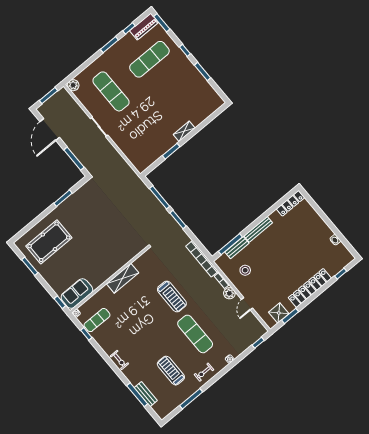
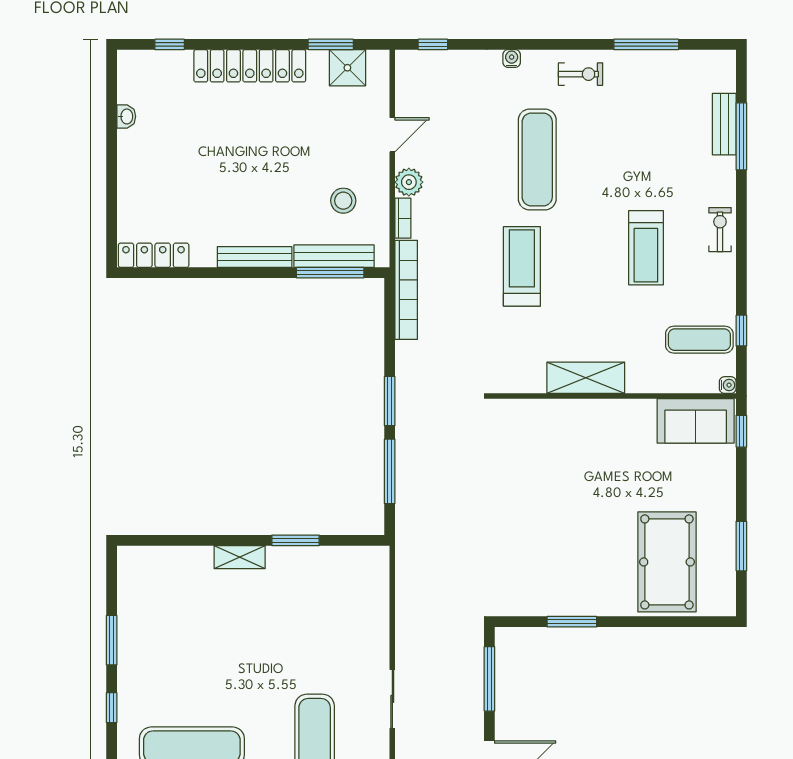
pool table: (49, 242) -> (667, 562), turned 90
bench: (237, 248) -> (334, 256), width x1.36
treadmill: (171, 371) -> (646, 248), moved

